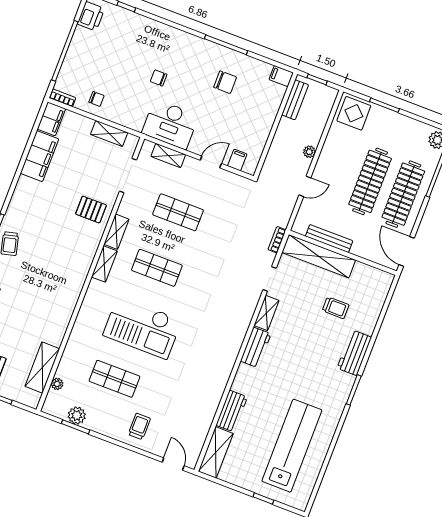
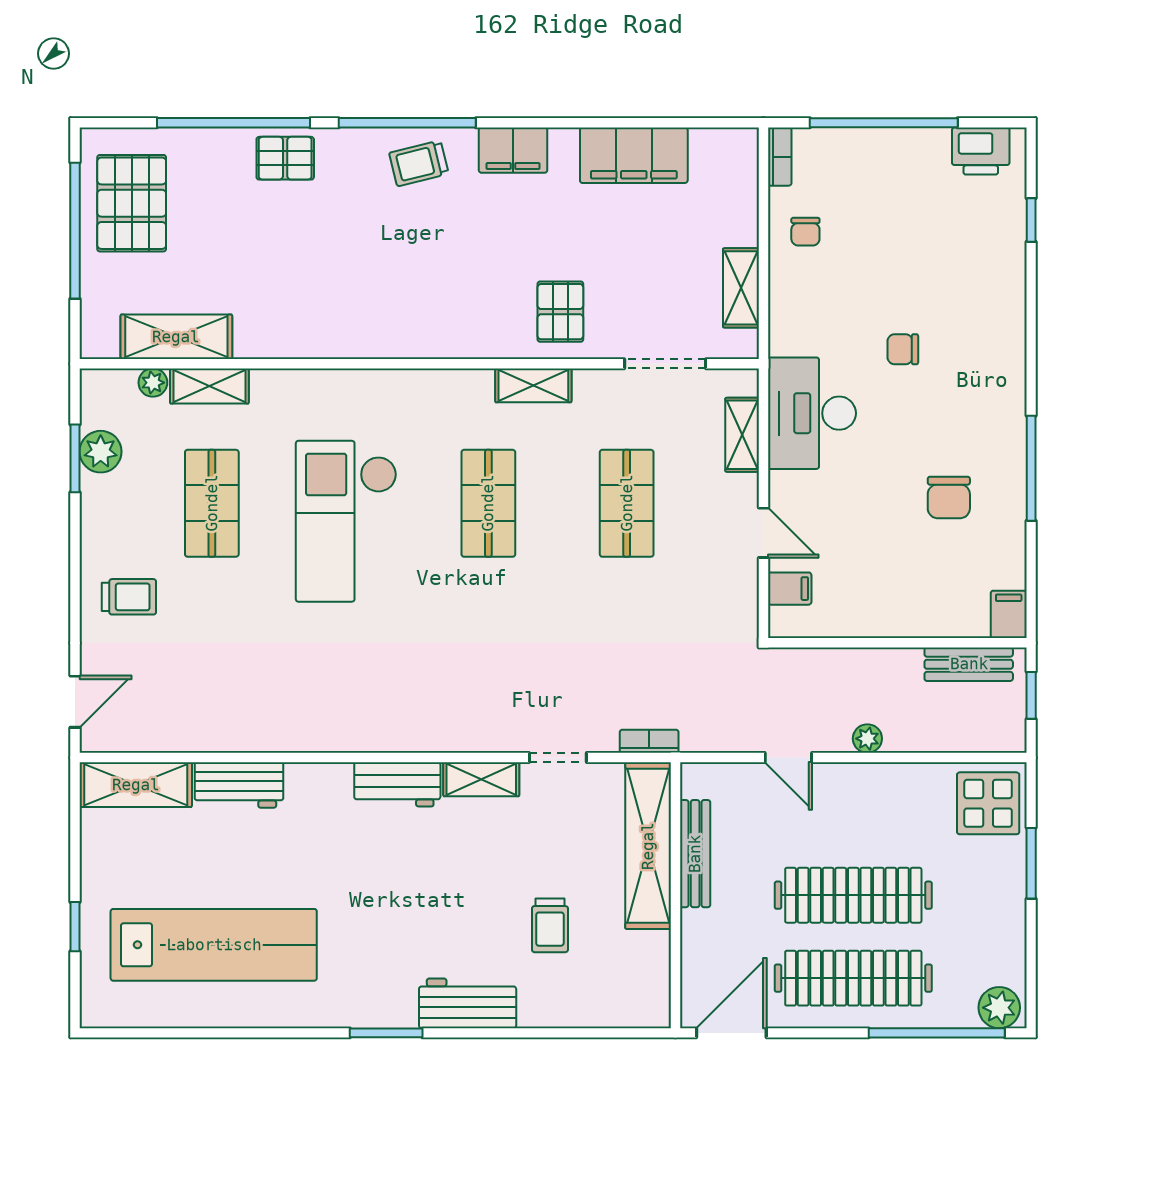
chair: (159, 78) -> (903, 349), turned -90
filing cabinet: (51, 119) -> (513, 150), moved
shelving: (104, 264) -> (209, 386), moved

